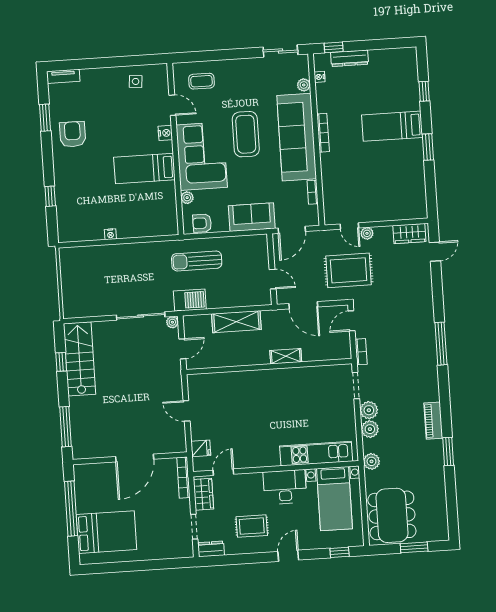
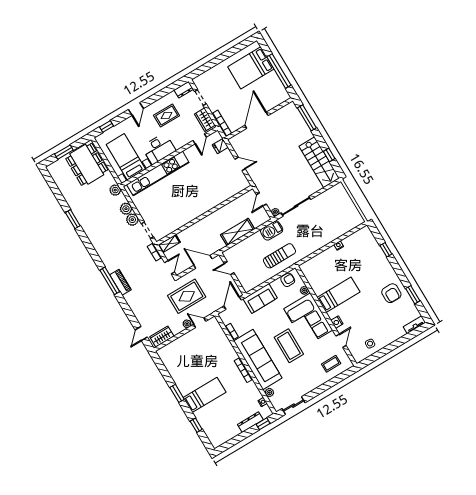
door: (172, 105) -> (341, 341), swing flipped
shelving: (286, 356) -> (169, 244), moved
piano: (433, 421) -> (121, 282), moved
kitchen unit: (316, 454) -> (158, 173), width x1.36

